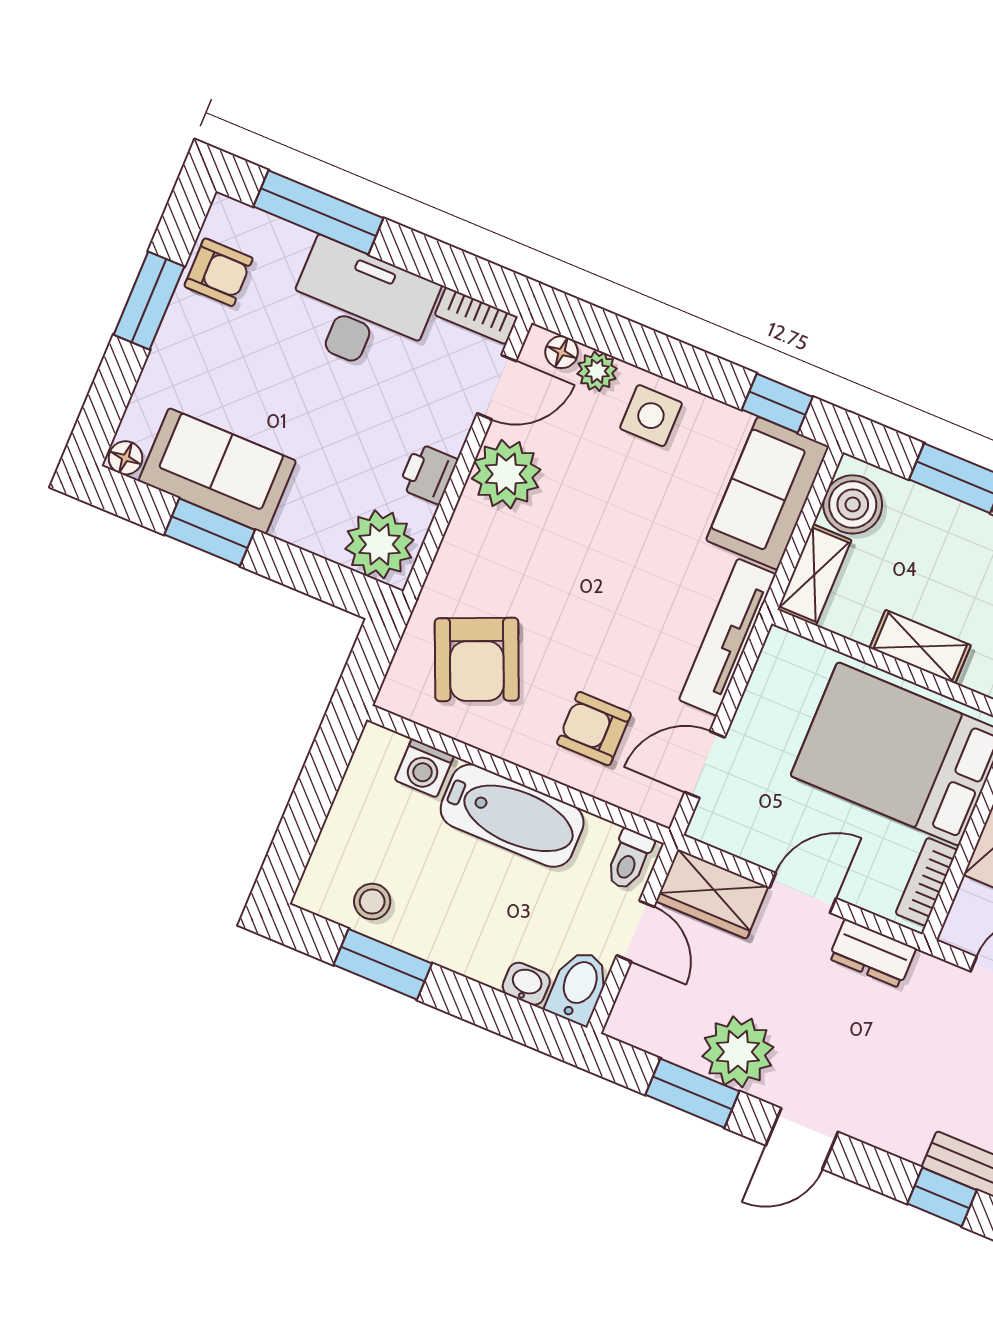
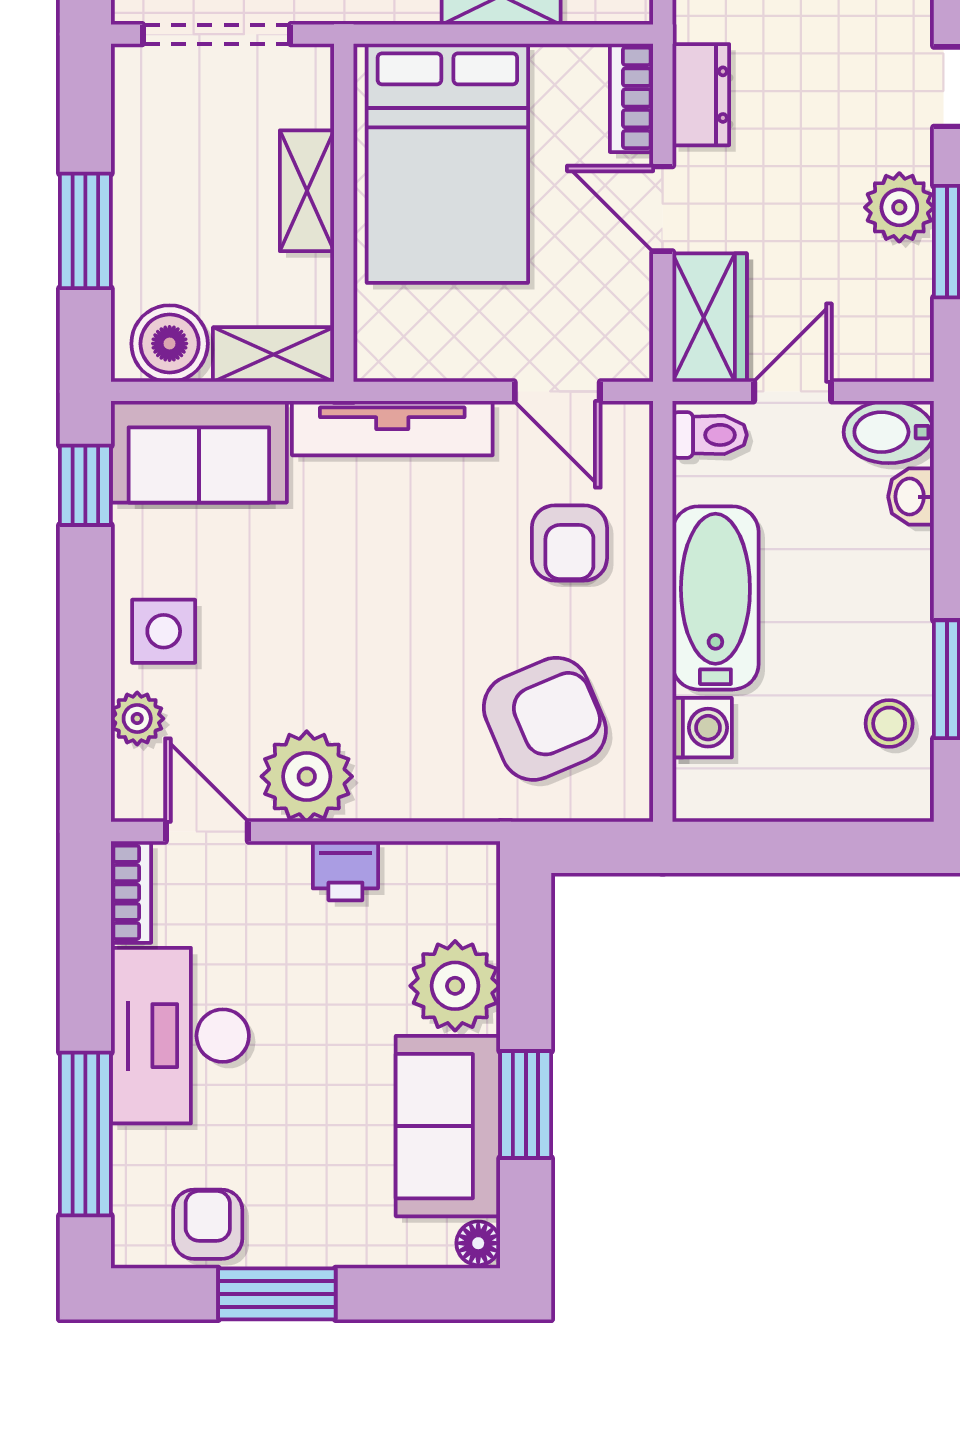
floor lamp: (562, 352) -> (132, 771), removed
plant: (379, 544) -> (455, 986), moved
bookcase: (926, 882) -> (631, 98), moved, turned 90
plant: (738, 1052) -> (899, 207), width x0.73, depth x0.73

